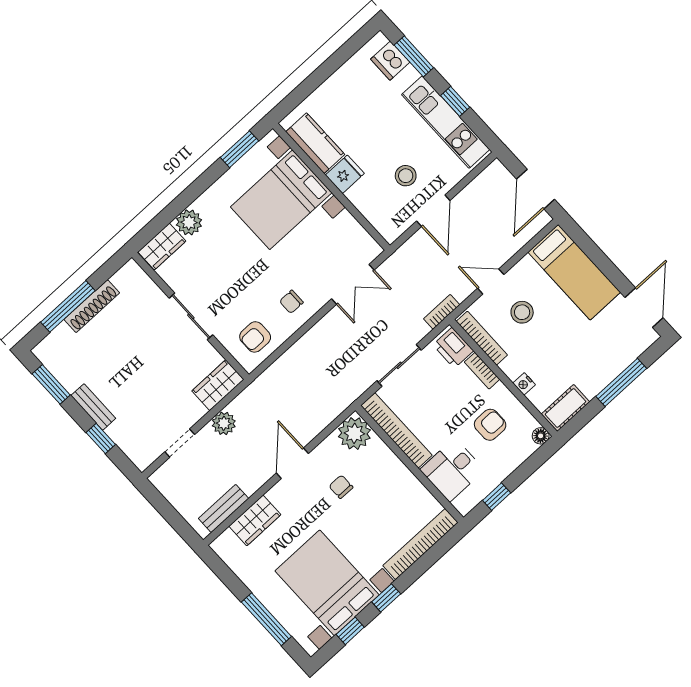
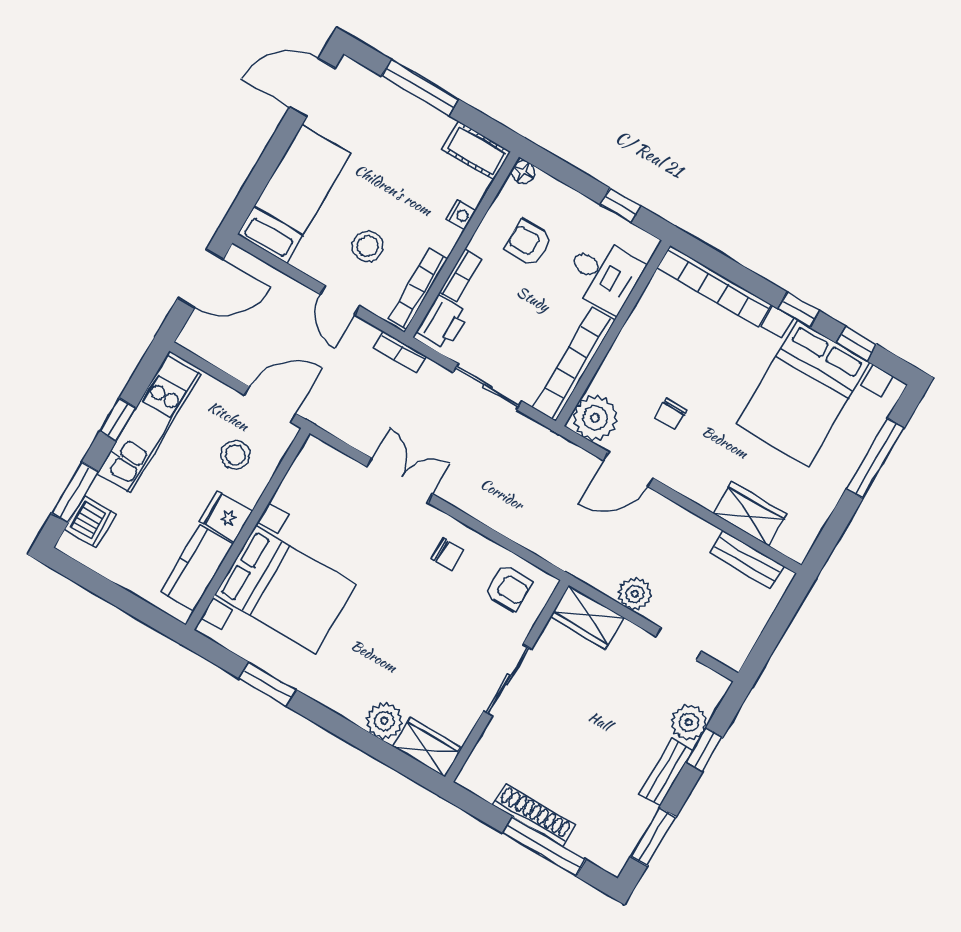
kitchen counter: (315, 143) -> (197, 568), moved
fridge: (345, 174) -> (226, 516), moved
wall: (331, 187) -> (248, 529), moved
bed with nightstands: (281, 200) -> (285, 590), moved
plant: (123, 434) -> (689, 722), added
door: (292, 463) -> (628, 469), moved

